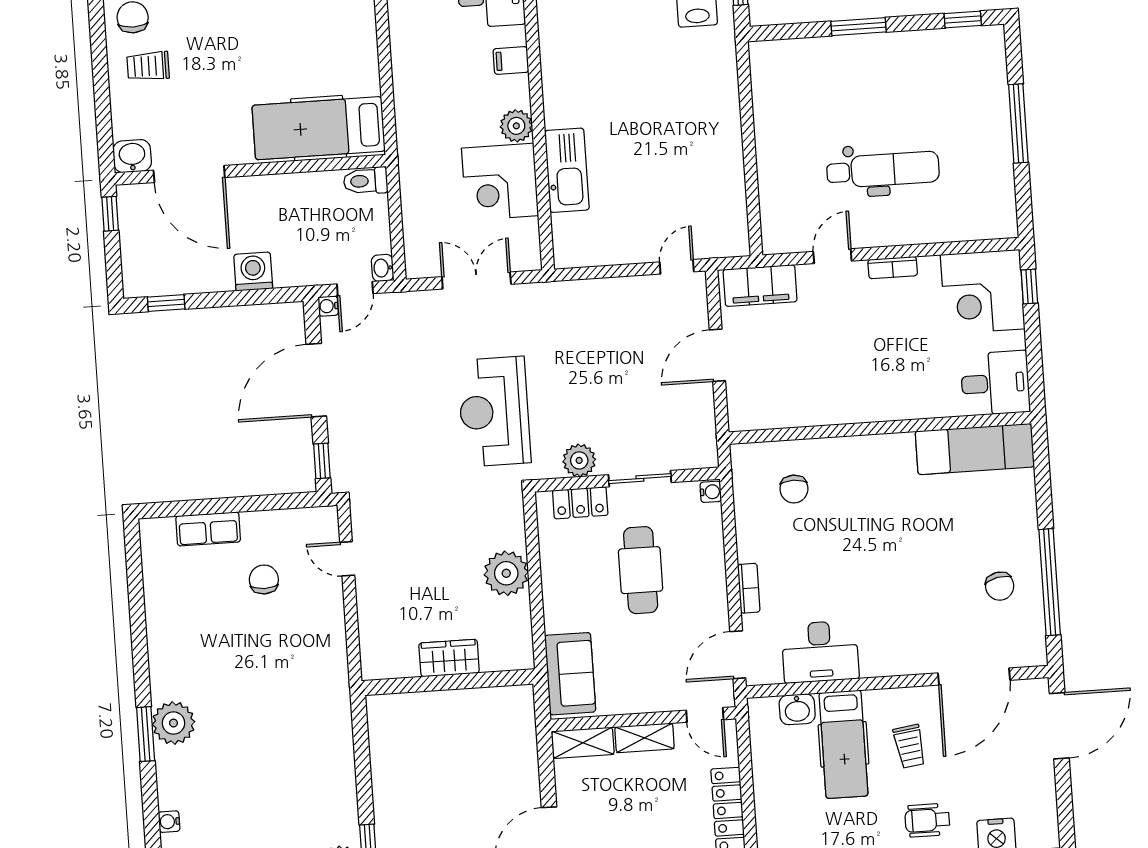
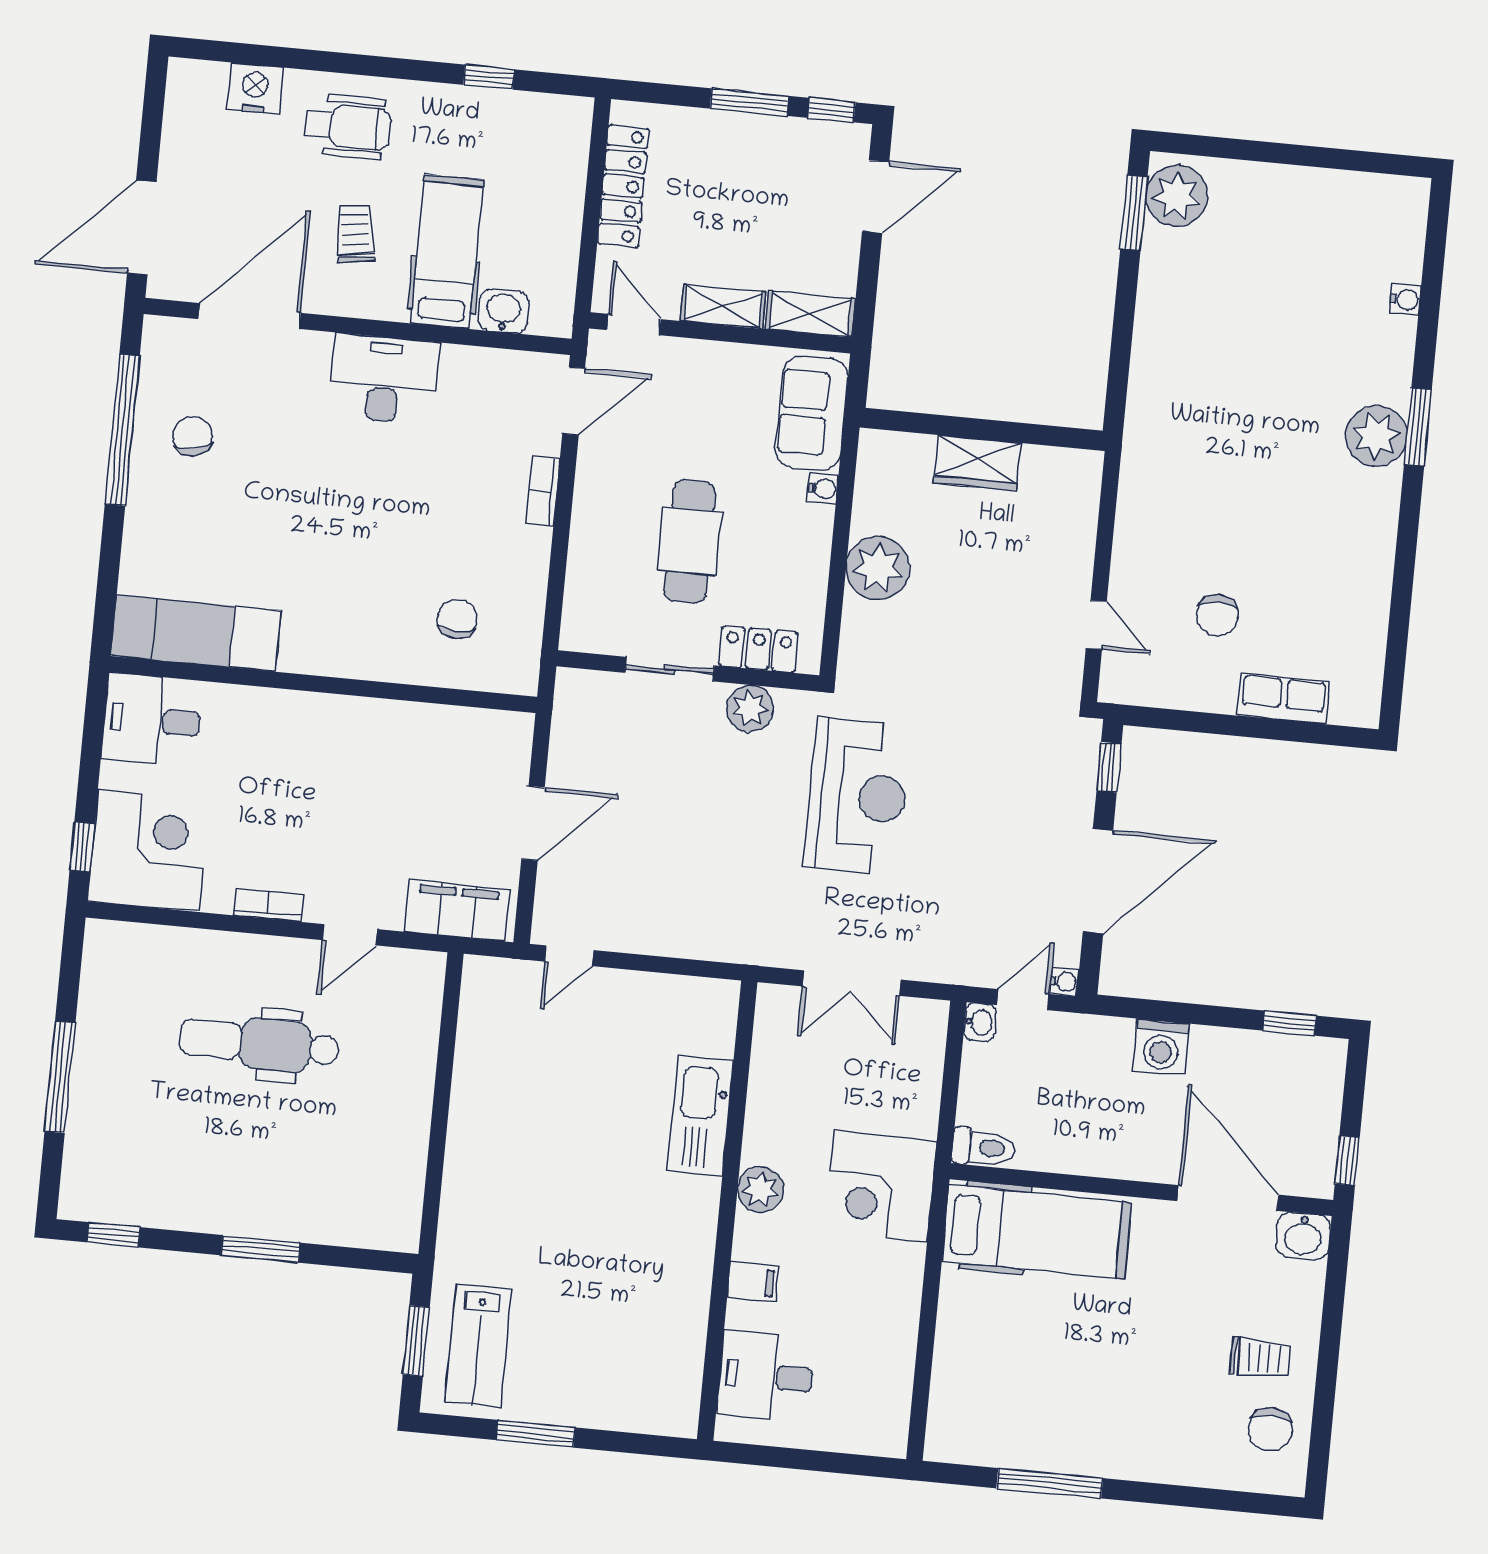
corner desk: (500, 182) -> (881, 1186), moved, turned 180
water cooler: (711, 492) -> (823, 489), moved, turned 180
desk: (820, 652) -> (384, 379), moved
wheelchair: (927, 820) -> (348, 126), width x1.36, depth x1.37

